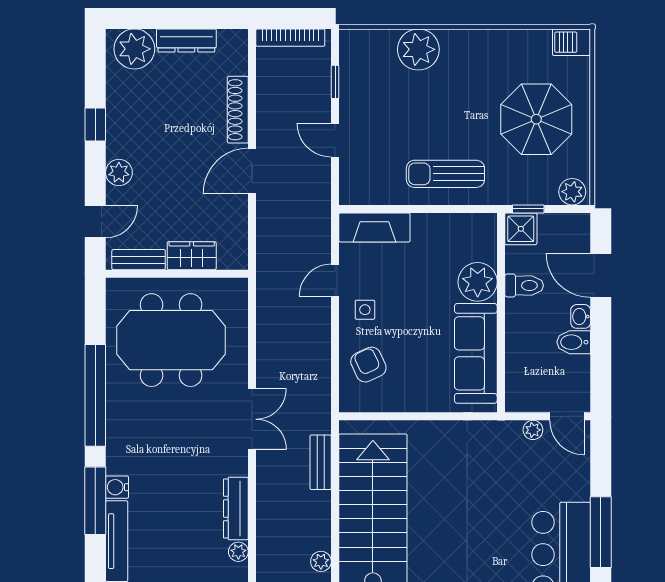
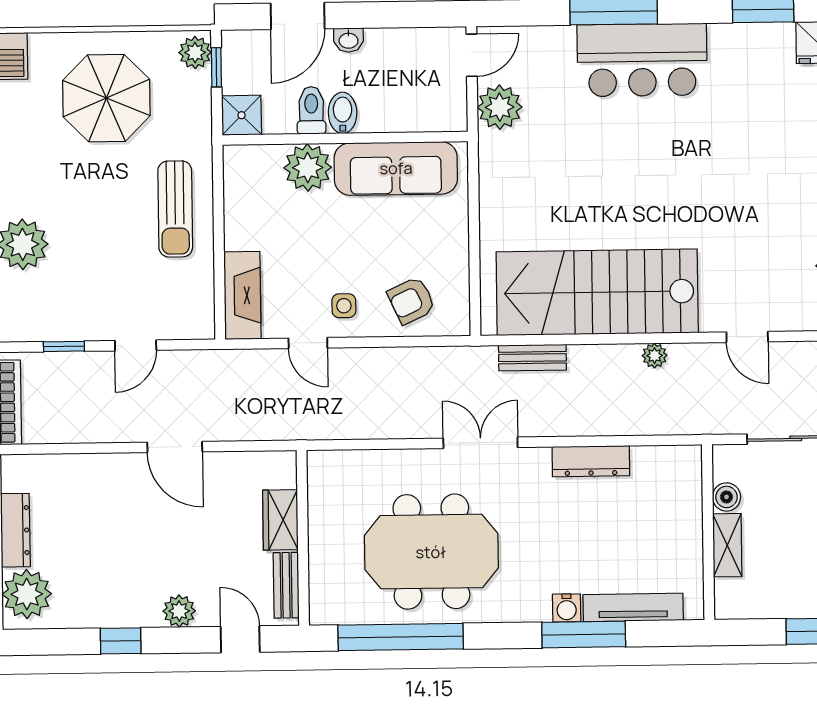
shoe rack: (238, 110) -> (100, 466), removed
window: (528, 209) -> (216, 67), moved
meeting table: (171, 340) -> (431, 552), moved, turned 90
bidet: (574, 342) -> (343, 113), moved, turned 180
window: (95, 395) -> (401, 637), moved
plant: (533, 430) -> (500, 107), width x1.88, depth x1.88
plant: (238, 552) -> (644, 457), removed

